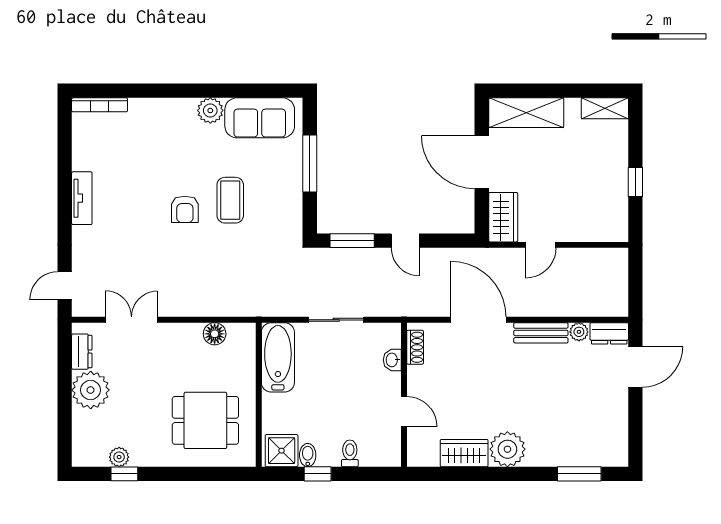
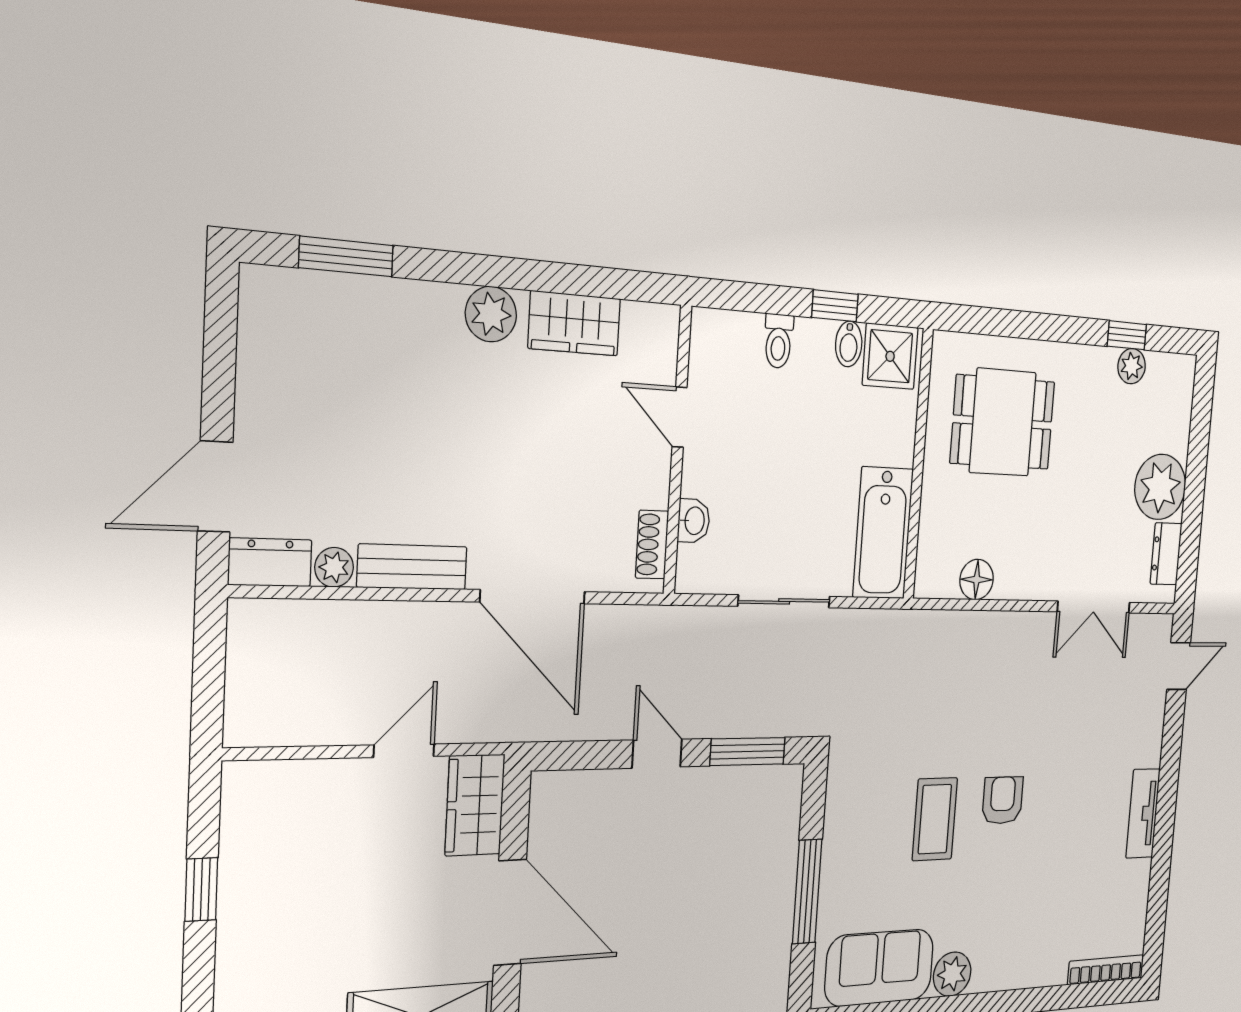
plant: (507, 449) -> (491, 314), width x0.73, depth x0.73

